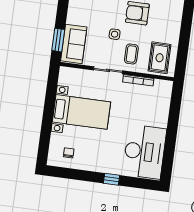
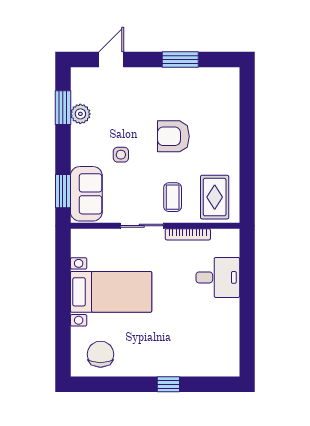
side table: (115, 34) -> (121, 155), moved
desk: (145, 152) -> (218, 277), moved, width x0.53, depth x0.77
chair: (69, 153) -> (100, 354), width x1.87, depth x1.87

